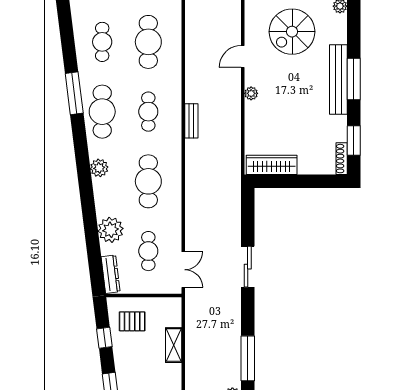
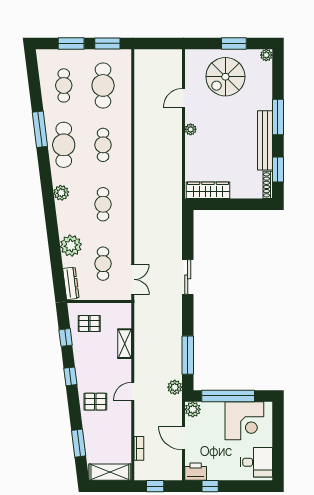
bench: (338, 79) -> (265, 140), moved
bench: (191, 121) -> (140, 153), removed
cafe table: (148, 181) -> (103, 204), width x0.73, depth x0.74

